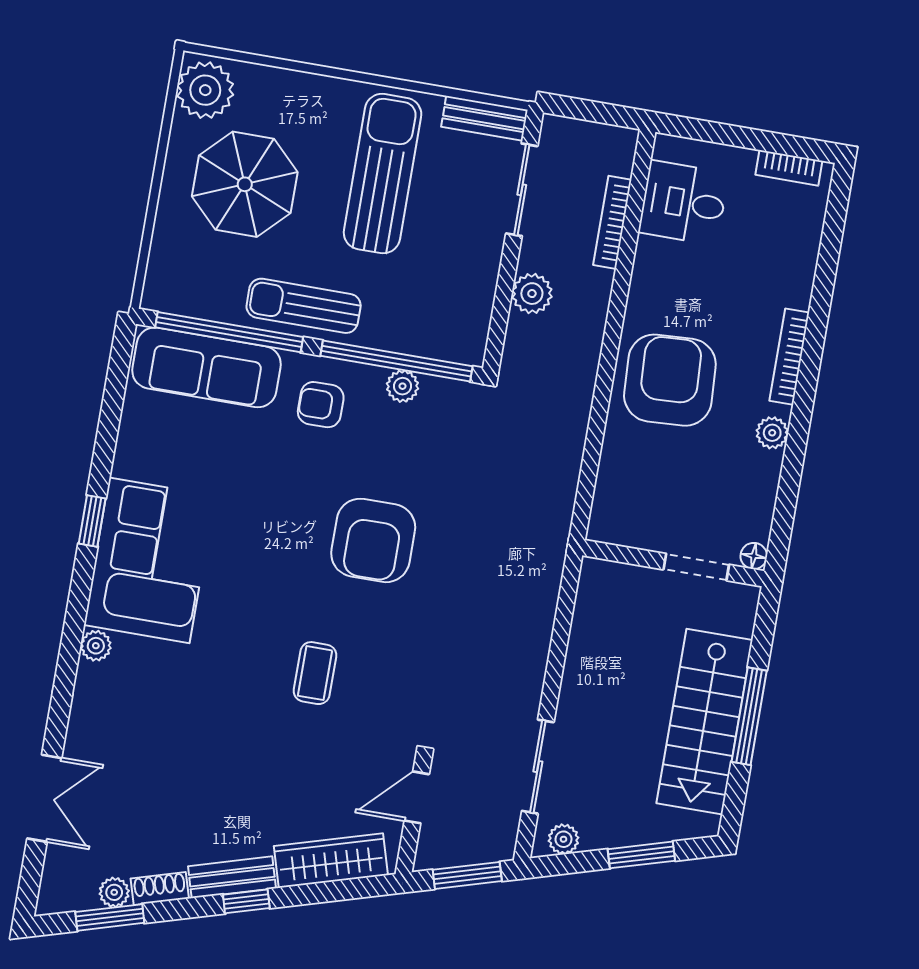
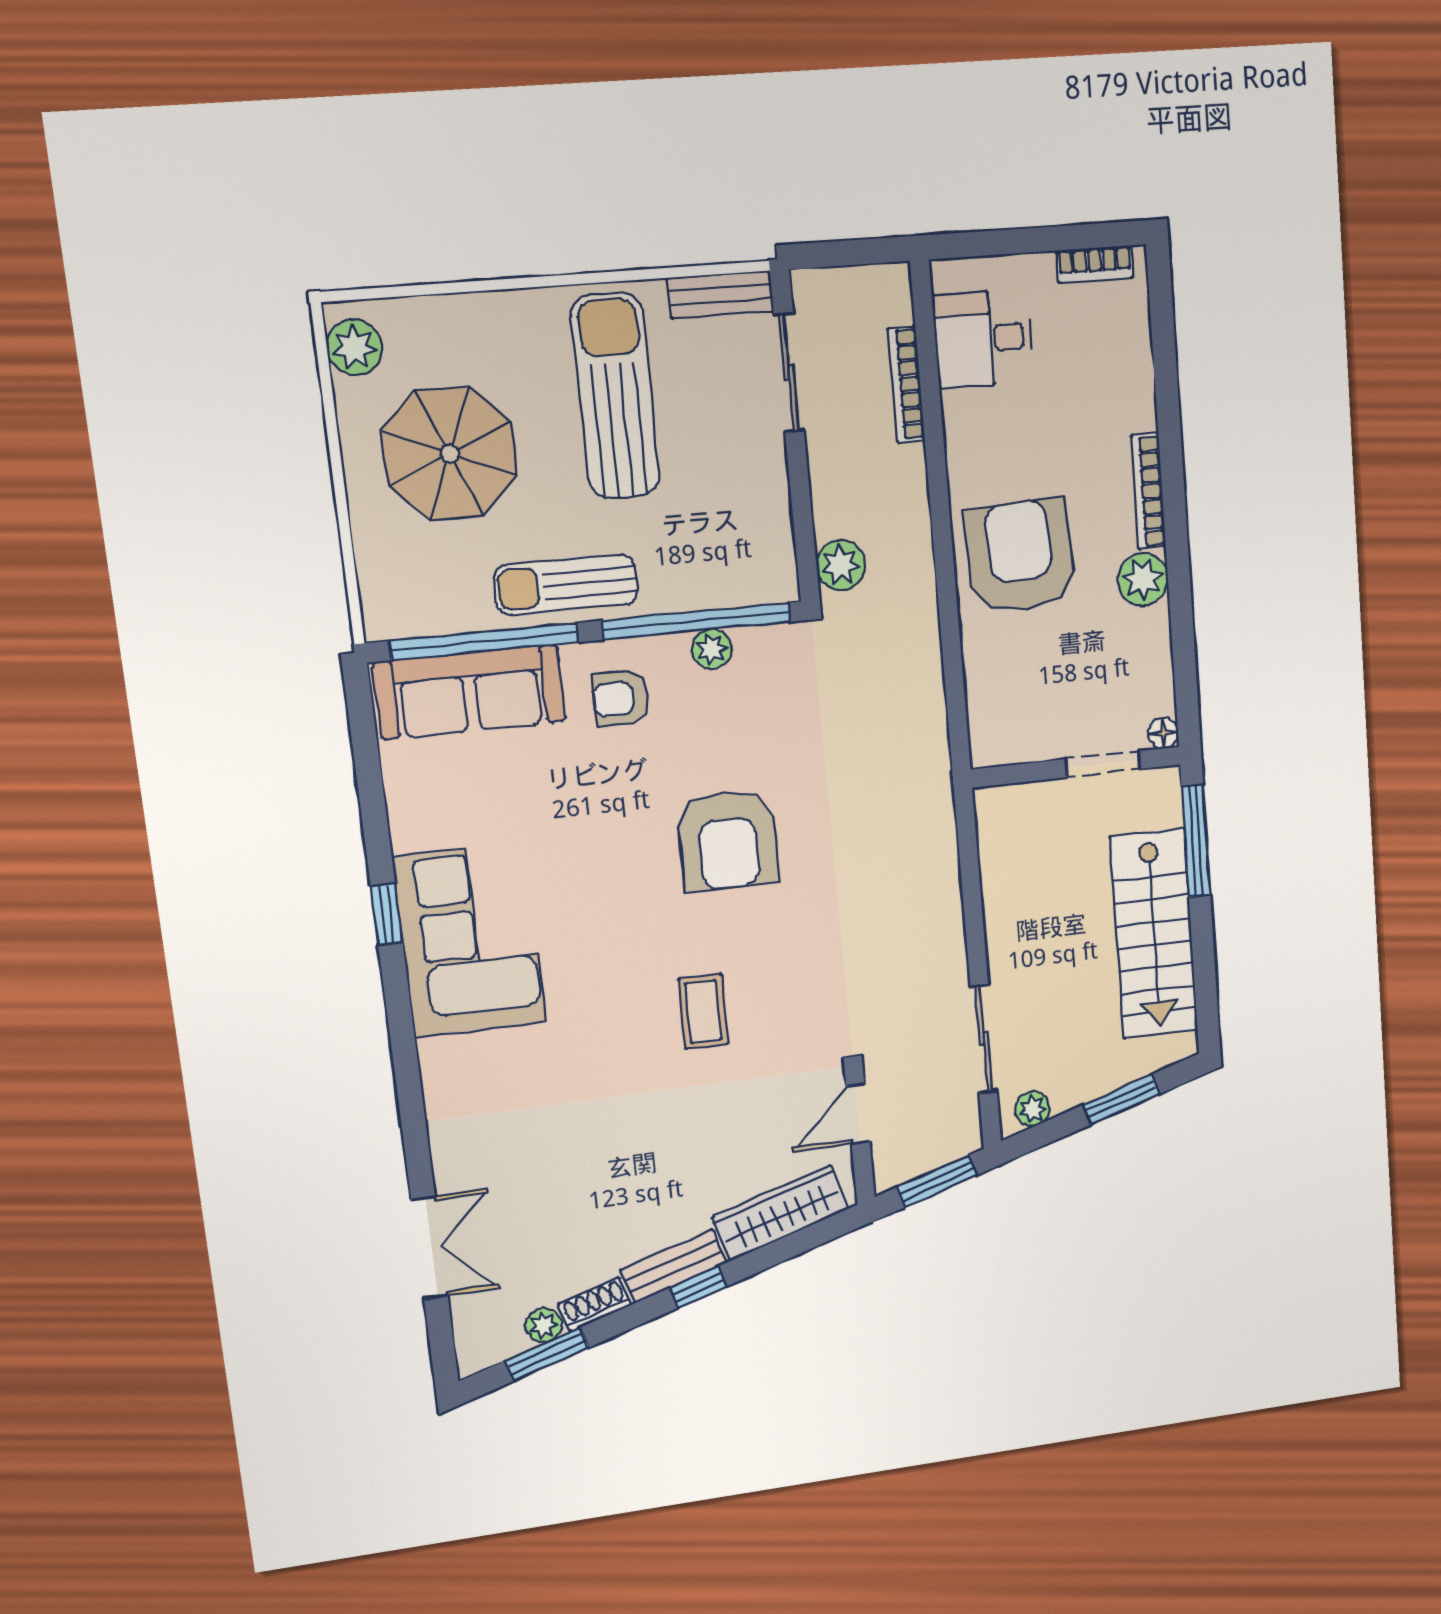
plant: (205, 90) -> (354, 347), width x0.73, depth x0.73
plant: (532, 294) -> (841, 565), moved
plant: (772, 433) -> (1143, 579), width x1.38, depth x1.38
plant: (96, 646) -> (436, 1057), removed
window: (749, 716) -> (1196, 841), moved

